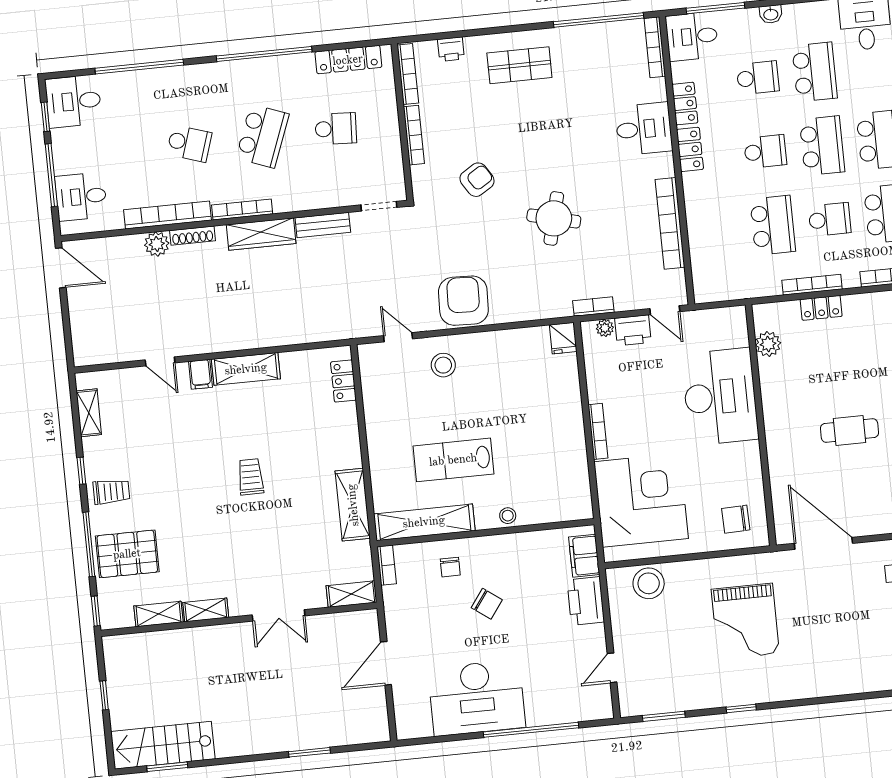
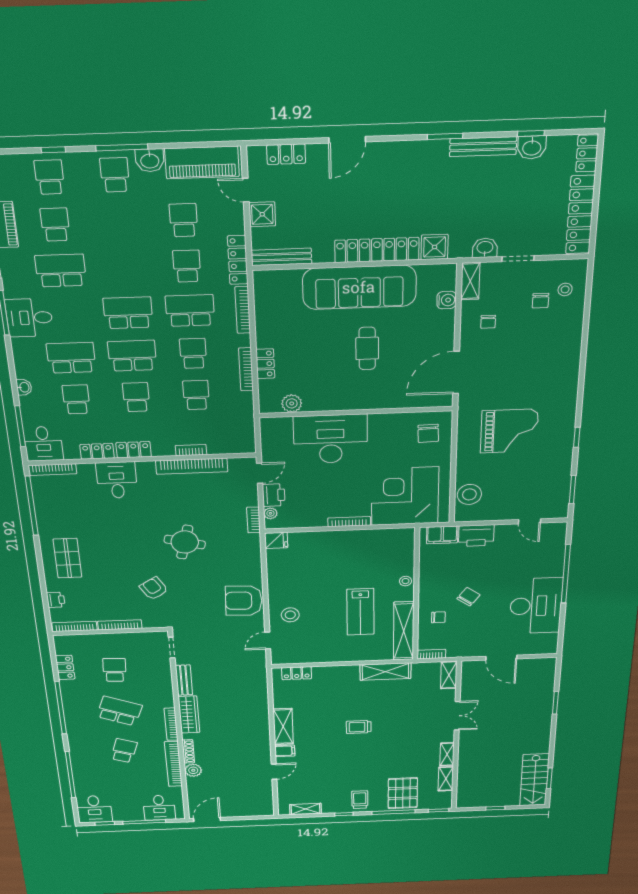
locker: (348, 60) -> (65, 667), width x0.66
bookcase: (694, 222) -> (191, 450), added
school desk: (773, 225) -> (196, 395), width x0.54

